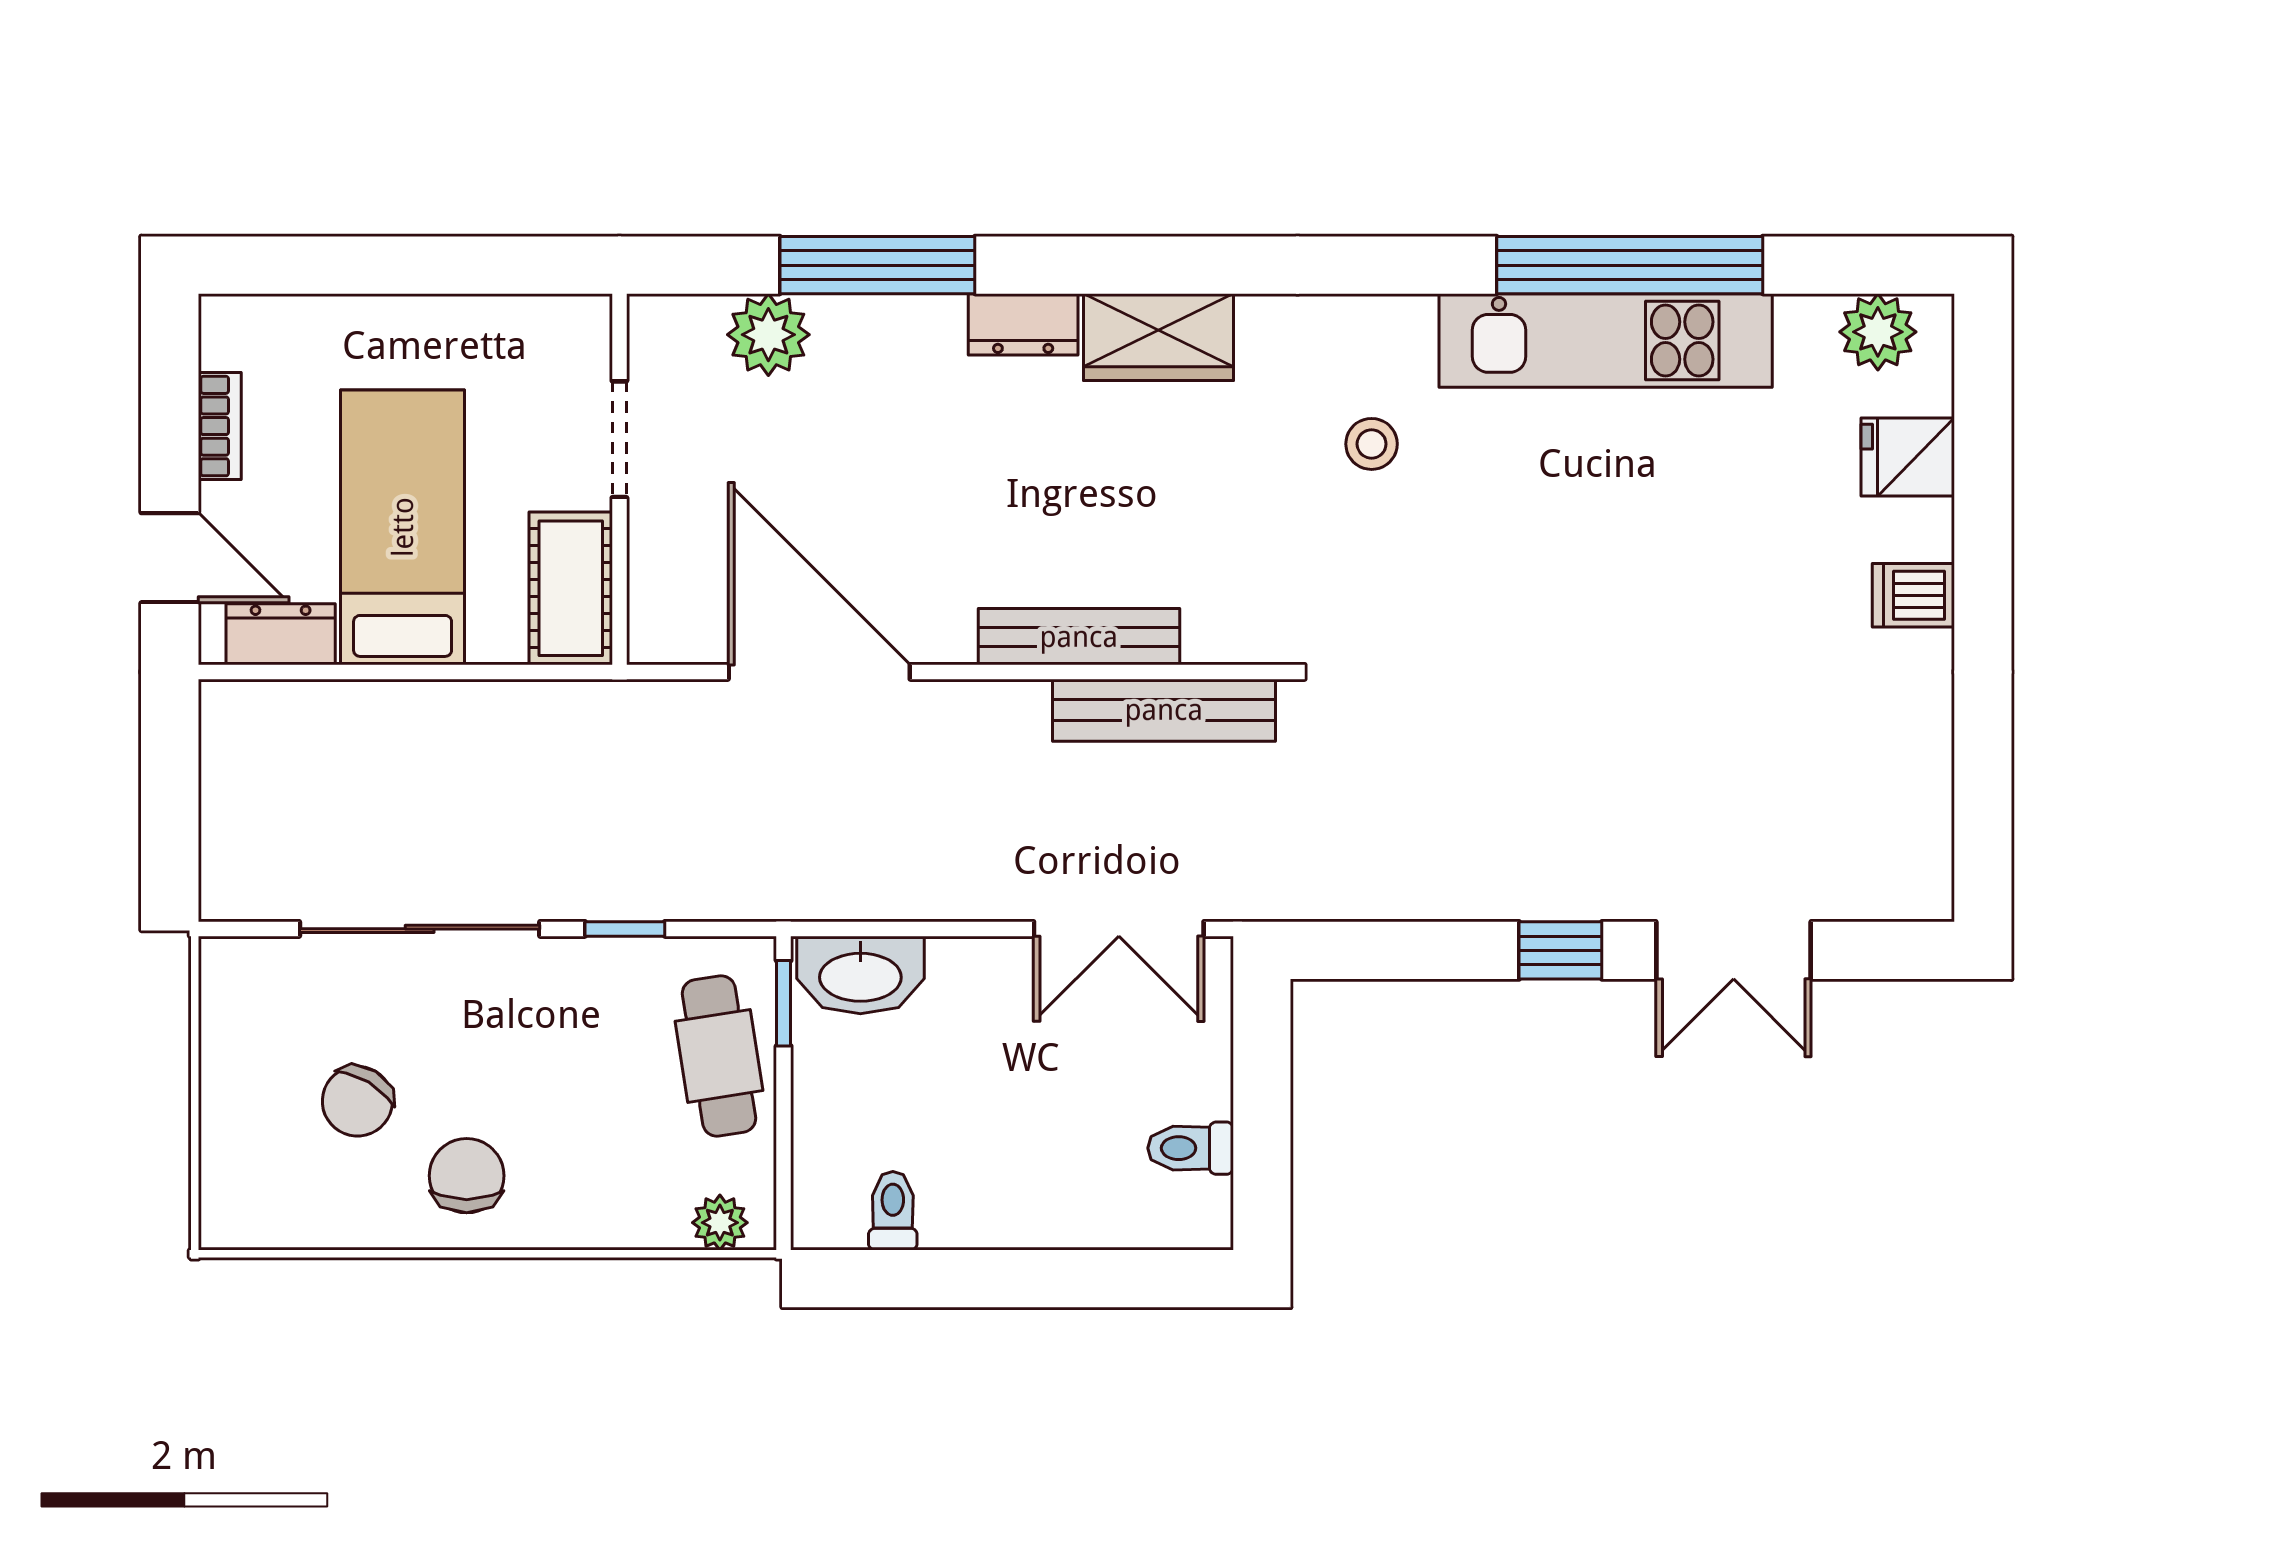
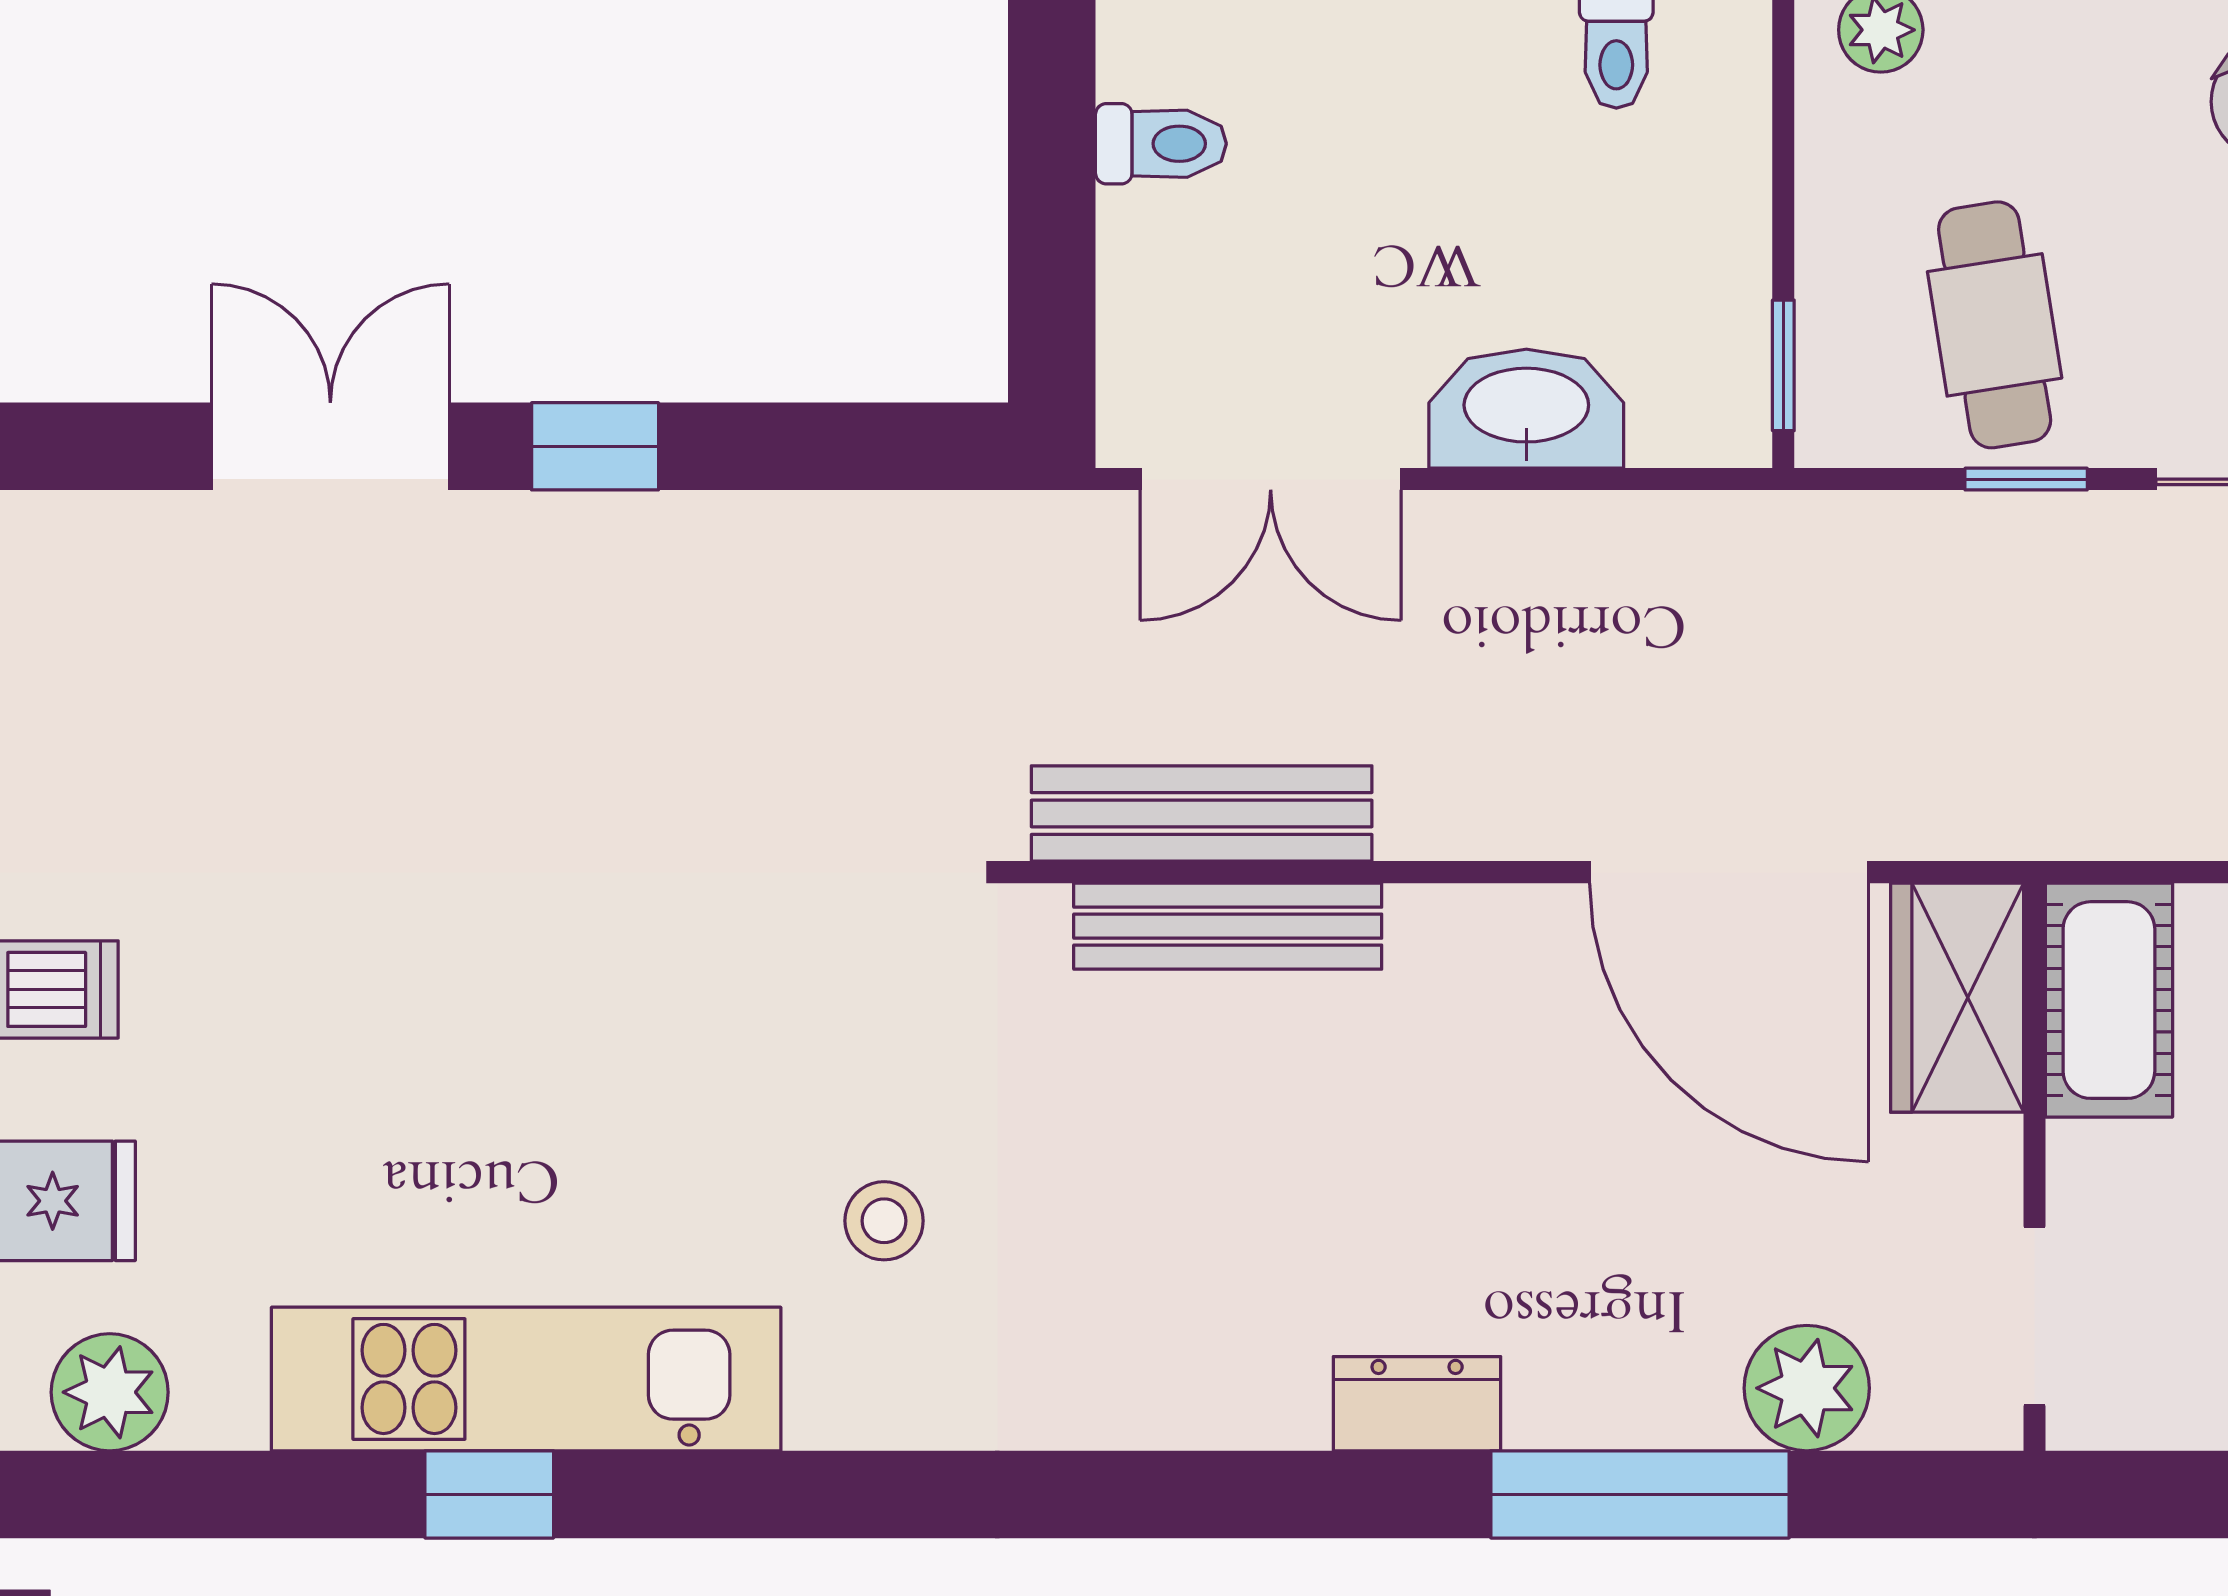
window: (1630, 265) -> (489, 1494), width x0.32
wardrobe: (1158, 337) -> (1957, 998), moved, turned -90
doorway: (619, 439) -> (2034, 1316), moved
bench: (1079, 637) -> (1228, 926), moved
double door: (1119, 929) -> (1271, 479), swing flipped
washbasin: (860, 975) -> (1526, 409), moved
cafe table: (719, 1056) -> (1995, 325), moved

